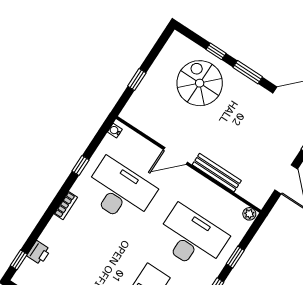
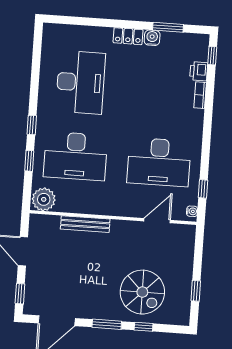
window: (137, 79) -> (196, 291), moved
door: (175, 156) -> (157, 221), moved
window: (80, 166) -> (203, 189), moved
bookcase: (66, 206) -> (200, 95), moved
plant: (249, 214) -> (44, 199), width x1.87, depth x1.87

